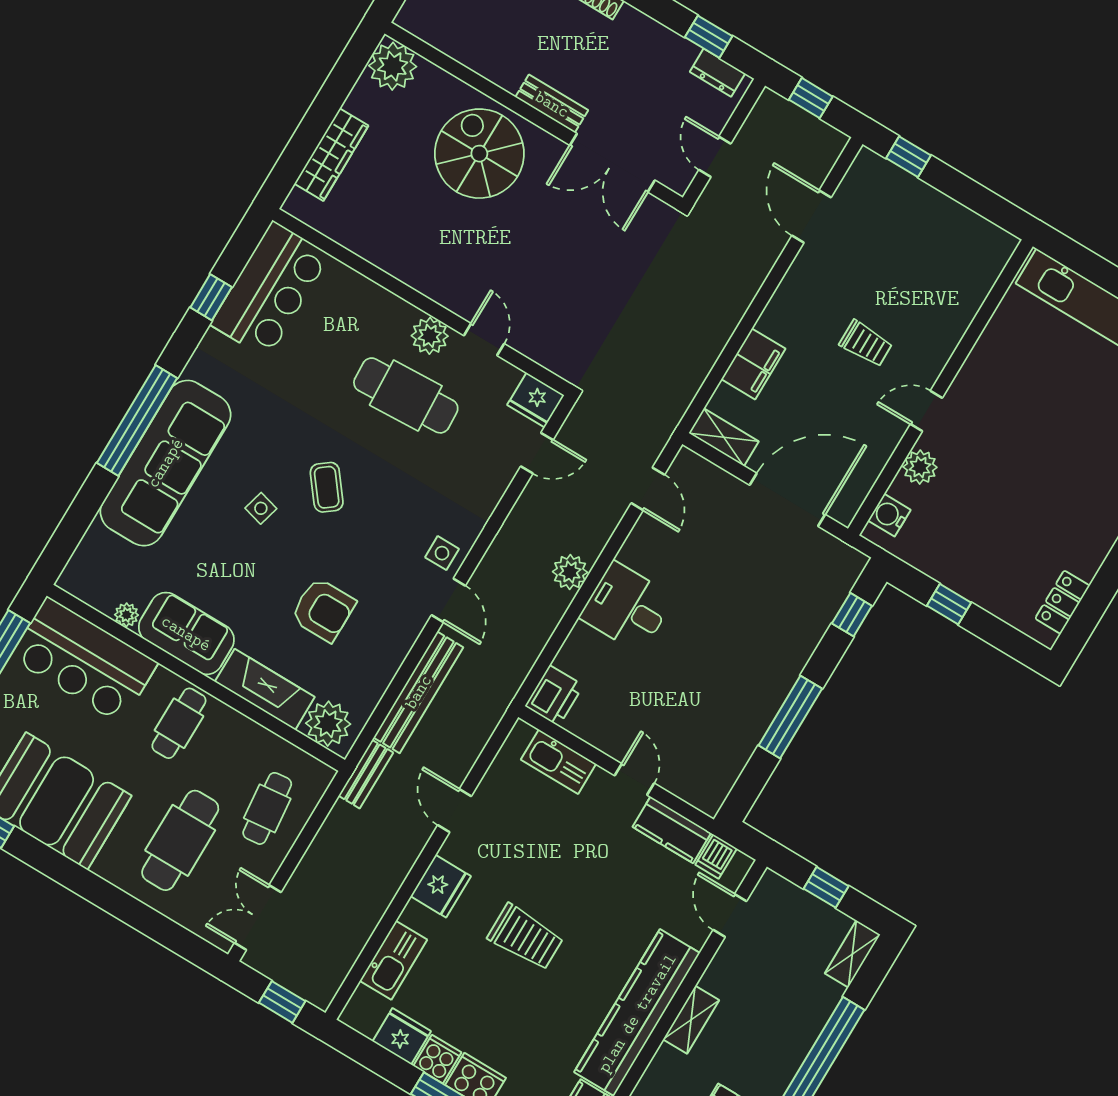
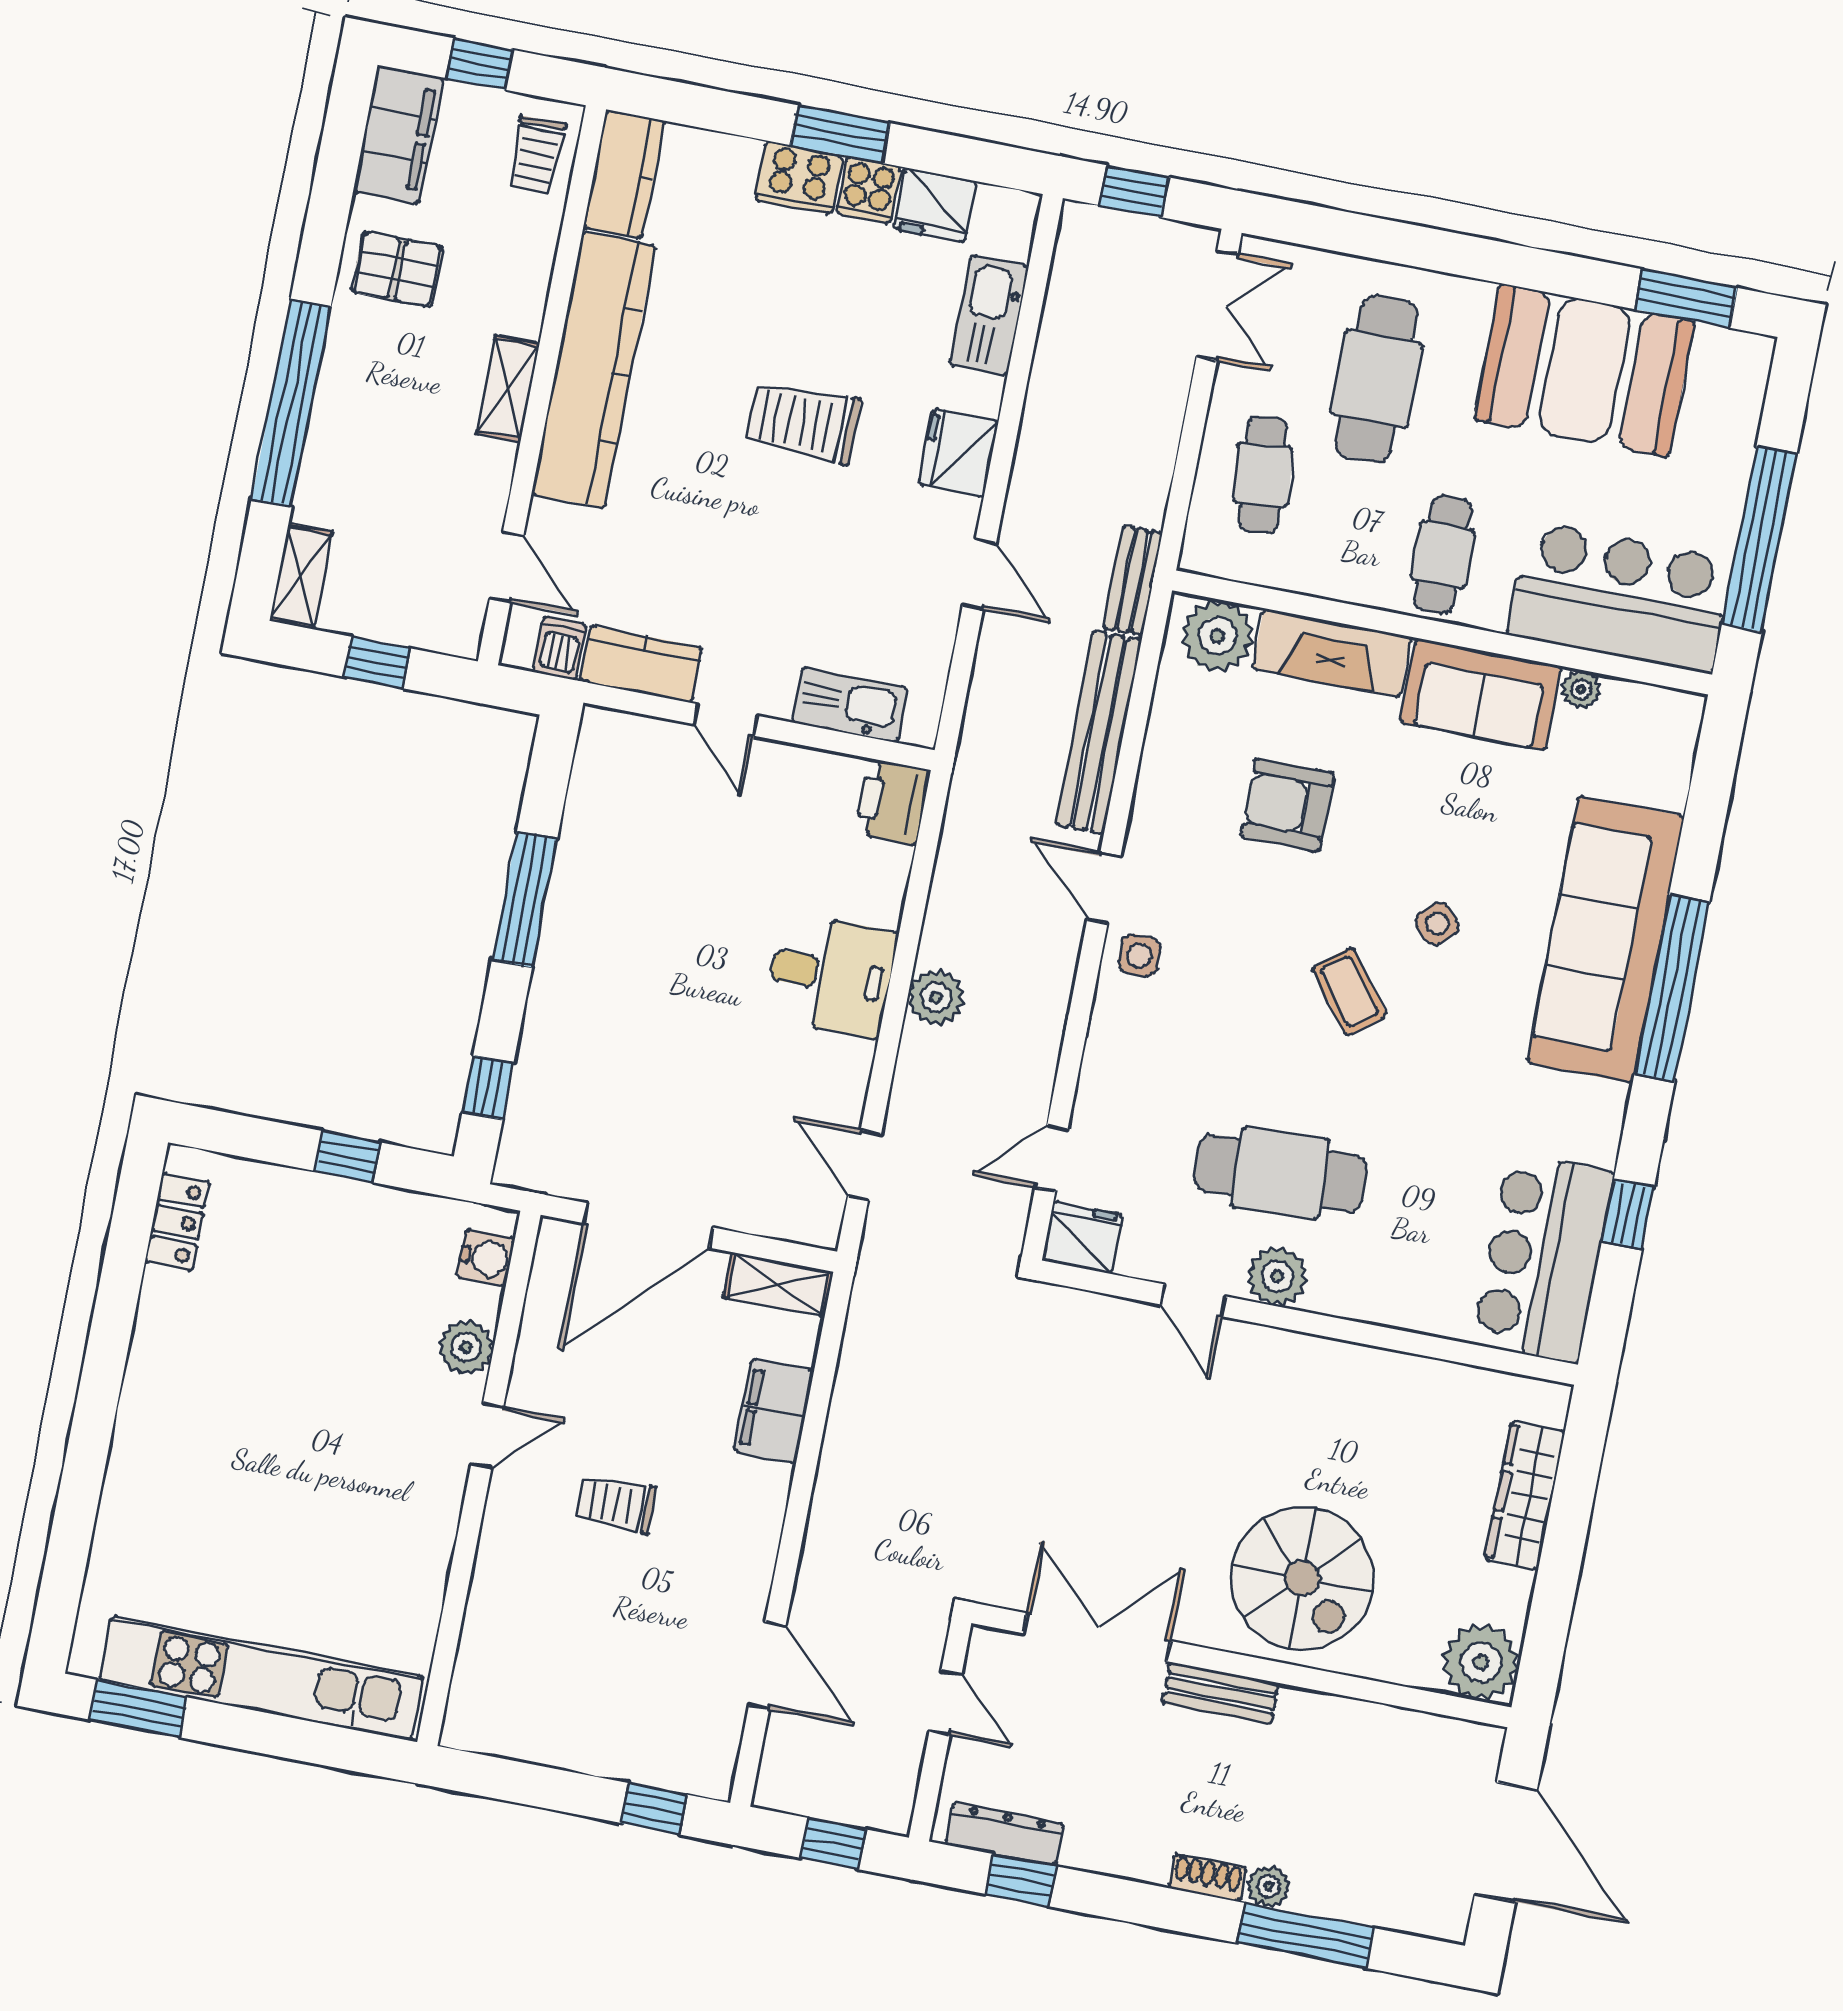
dresser: (717, 73) -> (1005, 1834), width x1.44
side table: (261, 508) -> (1437, 924), turned 31

